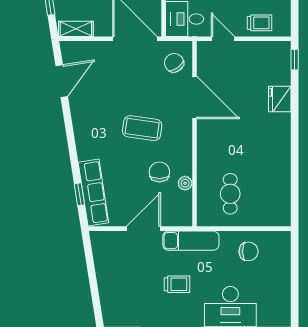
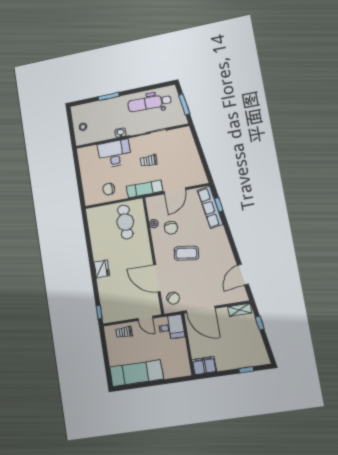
fridge: (280, 99) -> (102, 269), moved
cafe table: (230, 194) -> (125, 222), width x1.37, depth x1.35

